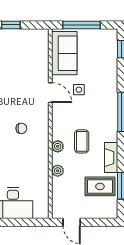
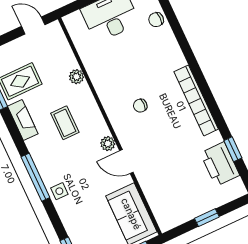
side table: (79, 90) -> (59, 191), moved
plant: (58, 146) -> (108, 144), moved

